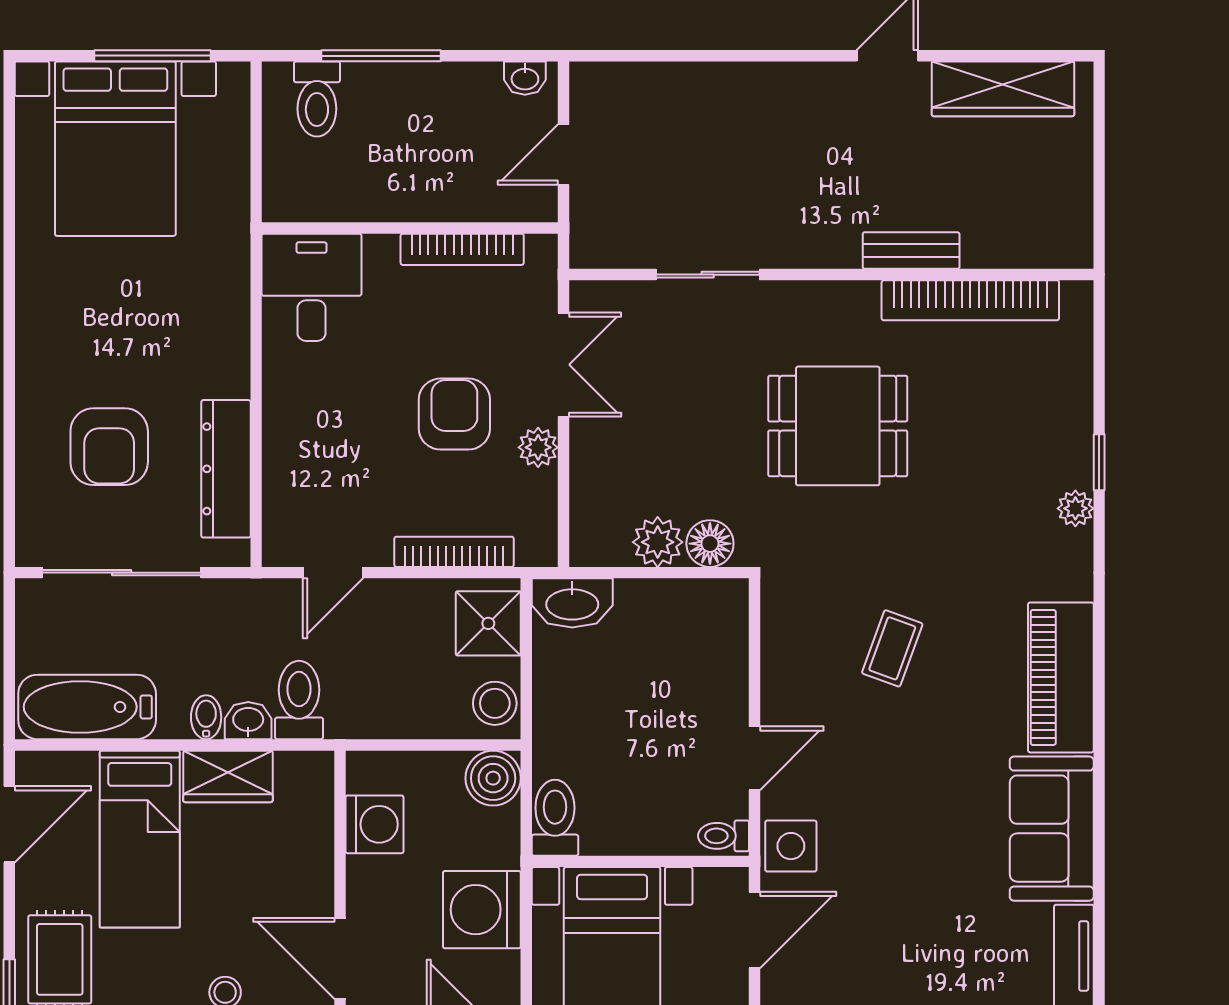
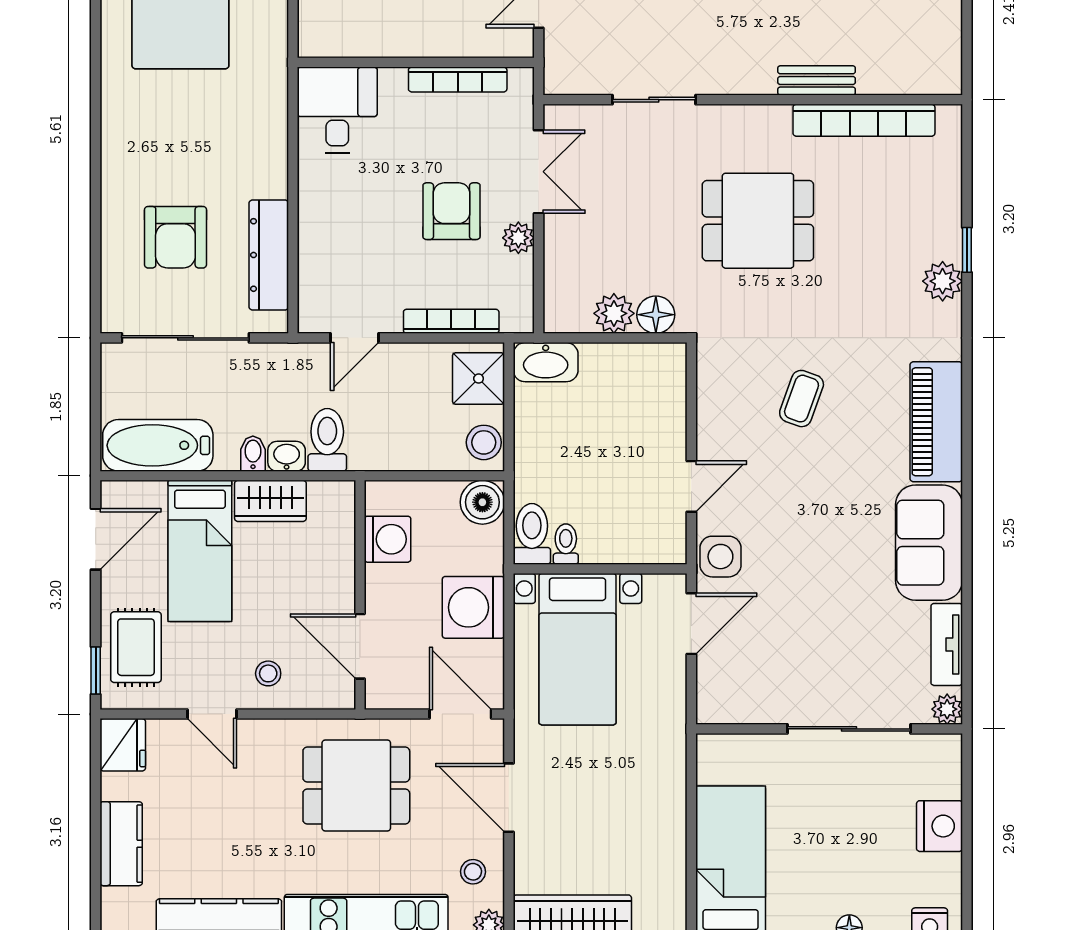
plant: (1075, 508) -> (943, 281), width x1.38, depth x1.38
toilet: (724, 836) -> (566, 544), moved, turned 90

